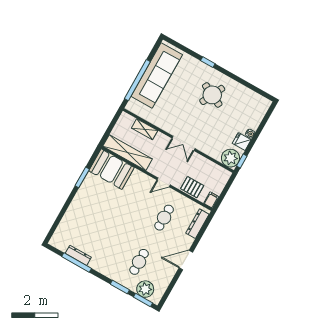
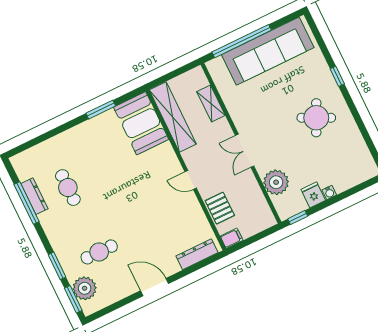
plant: (231, 158) -> (276, 182), moved
cafe table: (164, 218) -> (68, 188), moved, turned 90

